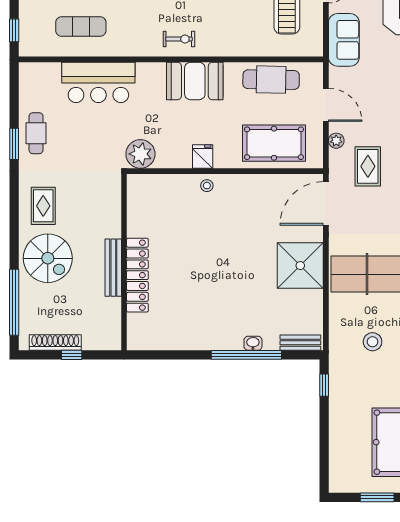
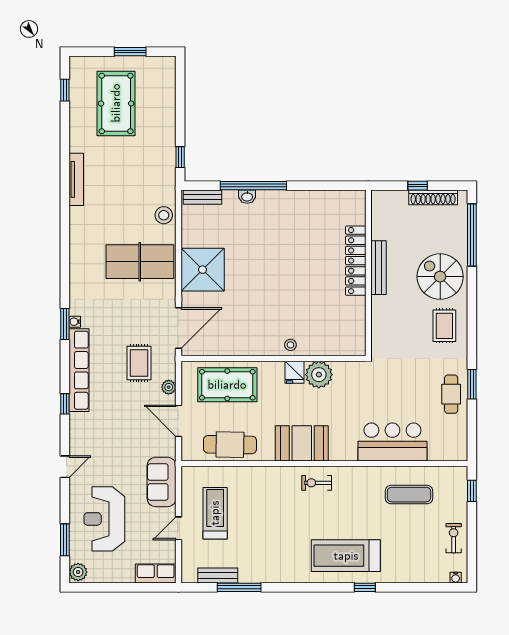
plant: (140, 154) -> (319, 375), moved
stool: (373, 342) -> (164, 215), moved

